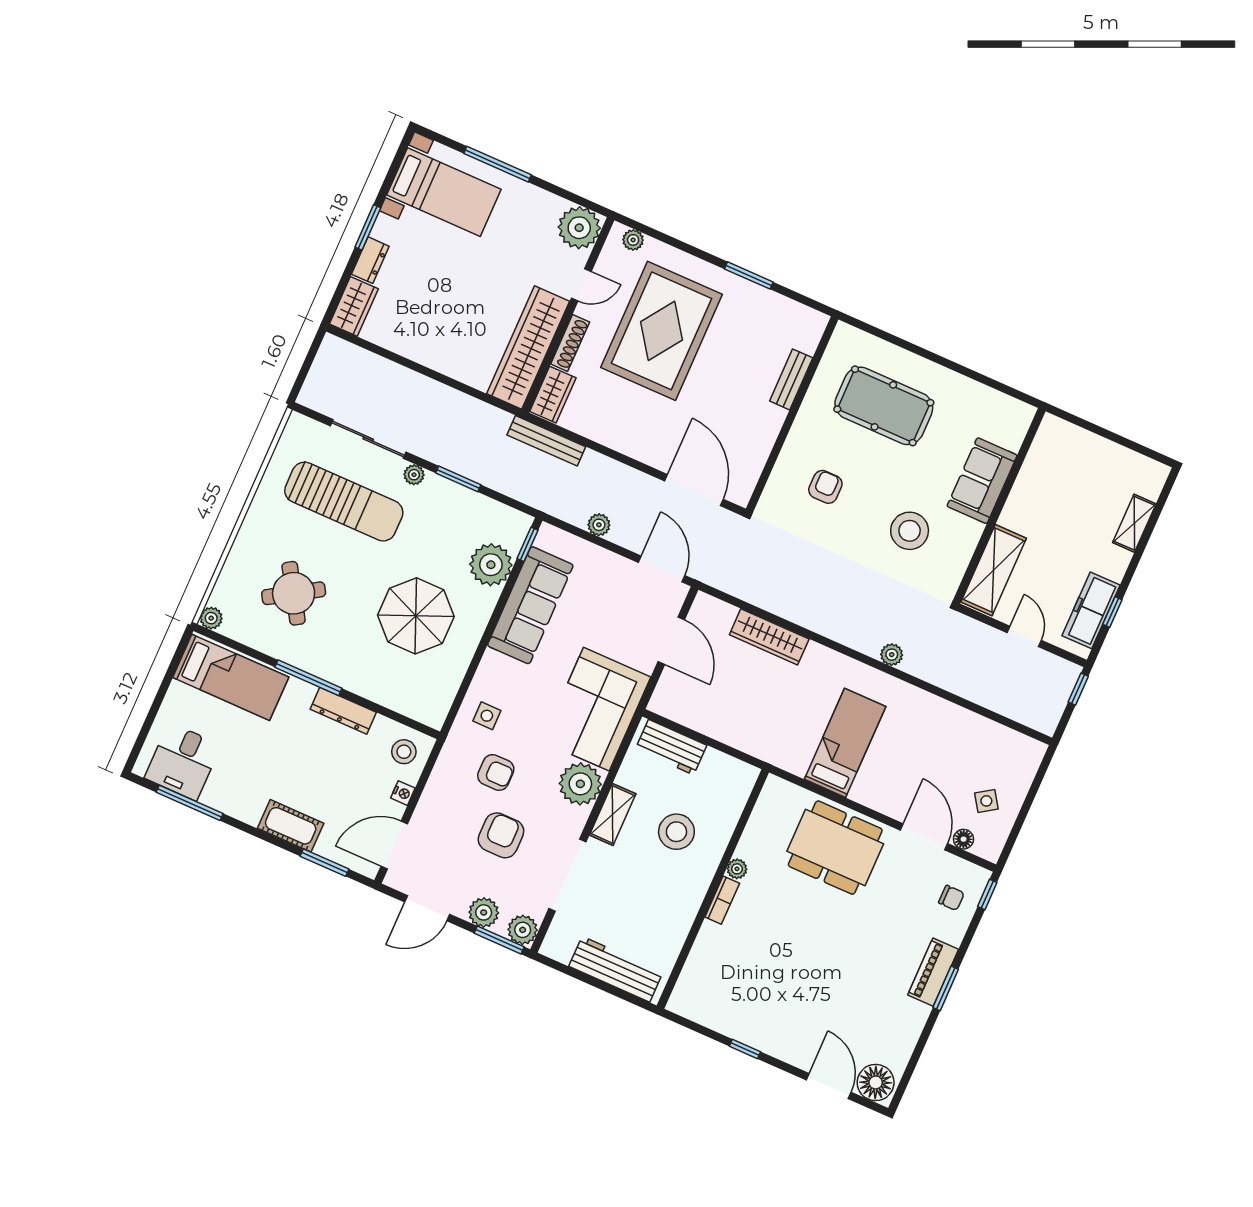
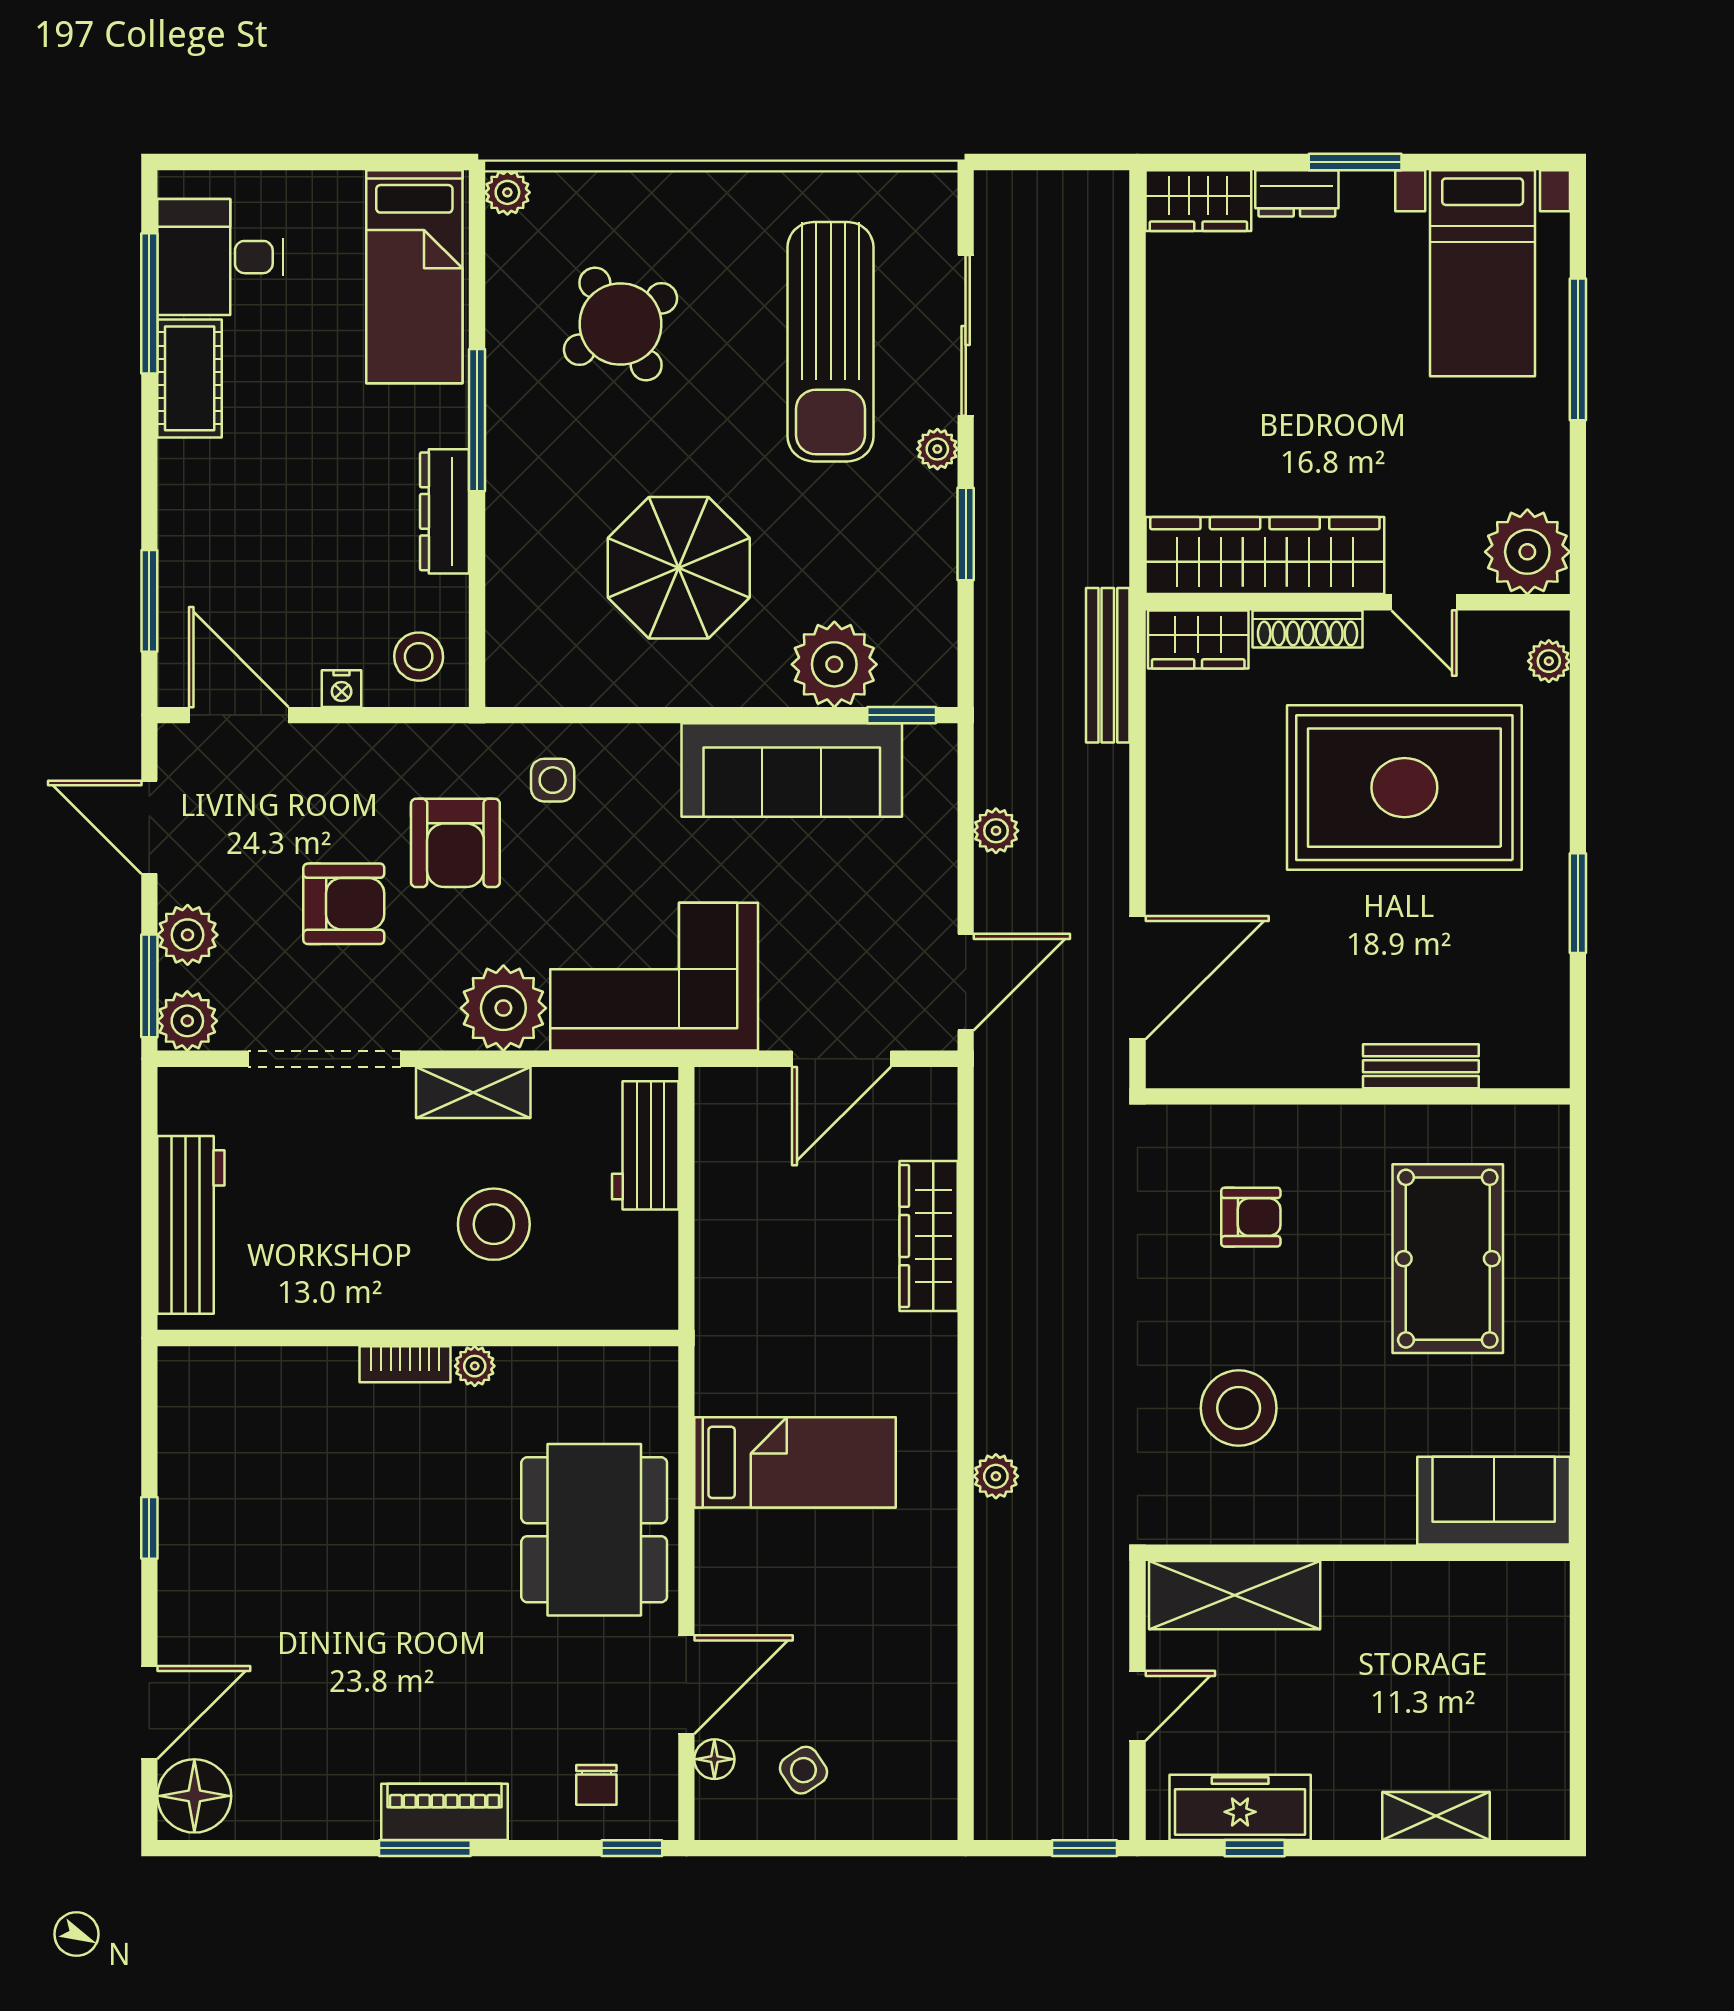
sofa: (982, 481) -> (1494, 1501), moved
armchair: (496, 772) -> (455, 843), width x1.38, depth x1.38
cot: (291, 826) -> (190, 378), moved

